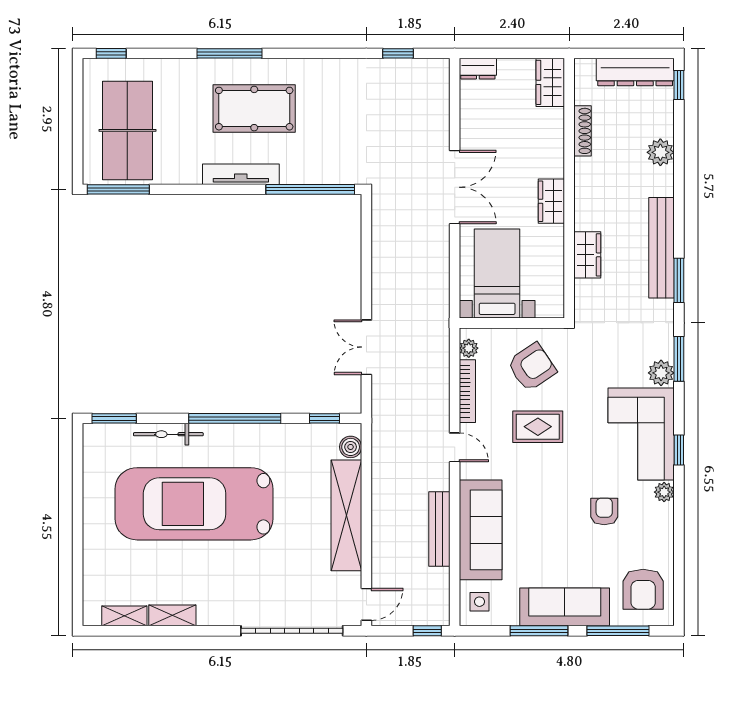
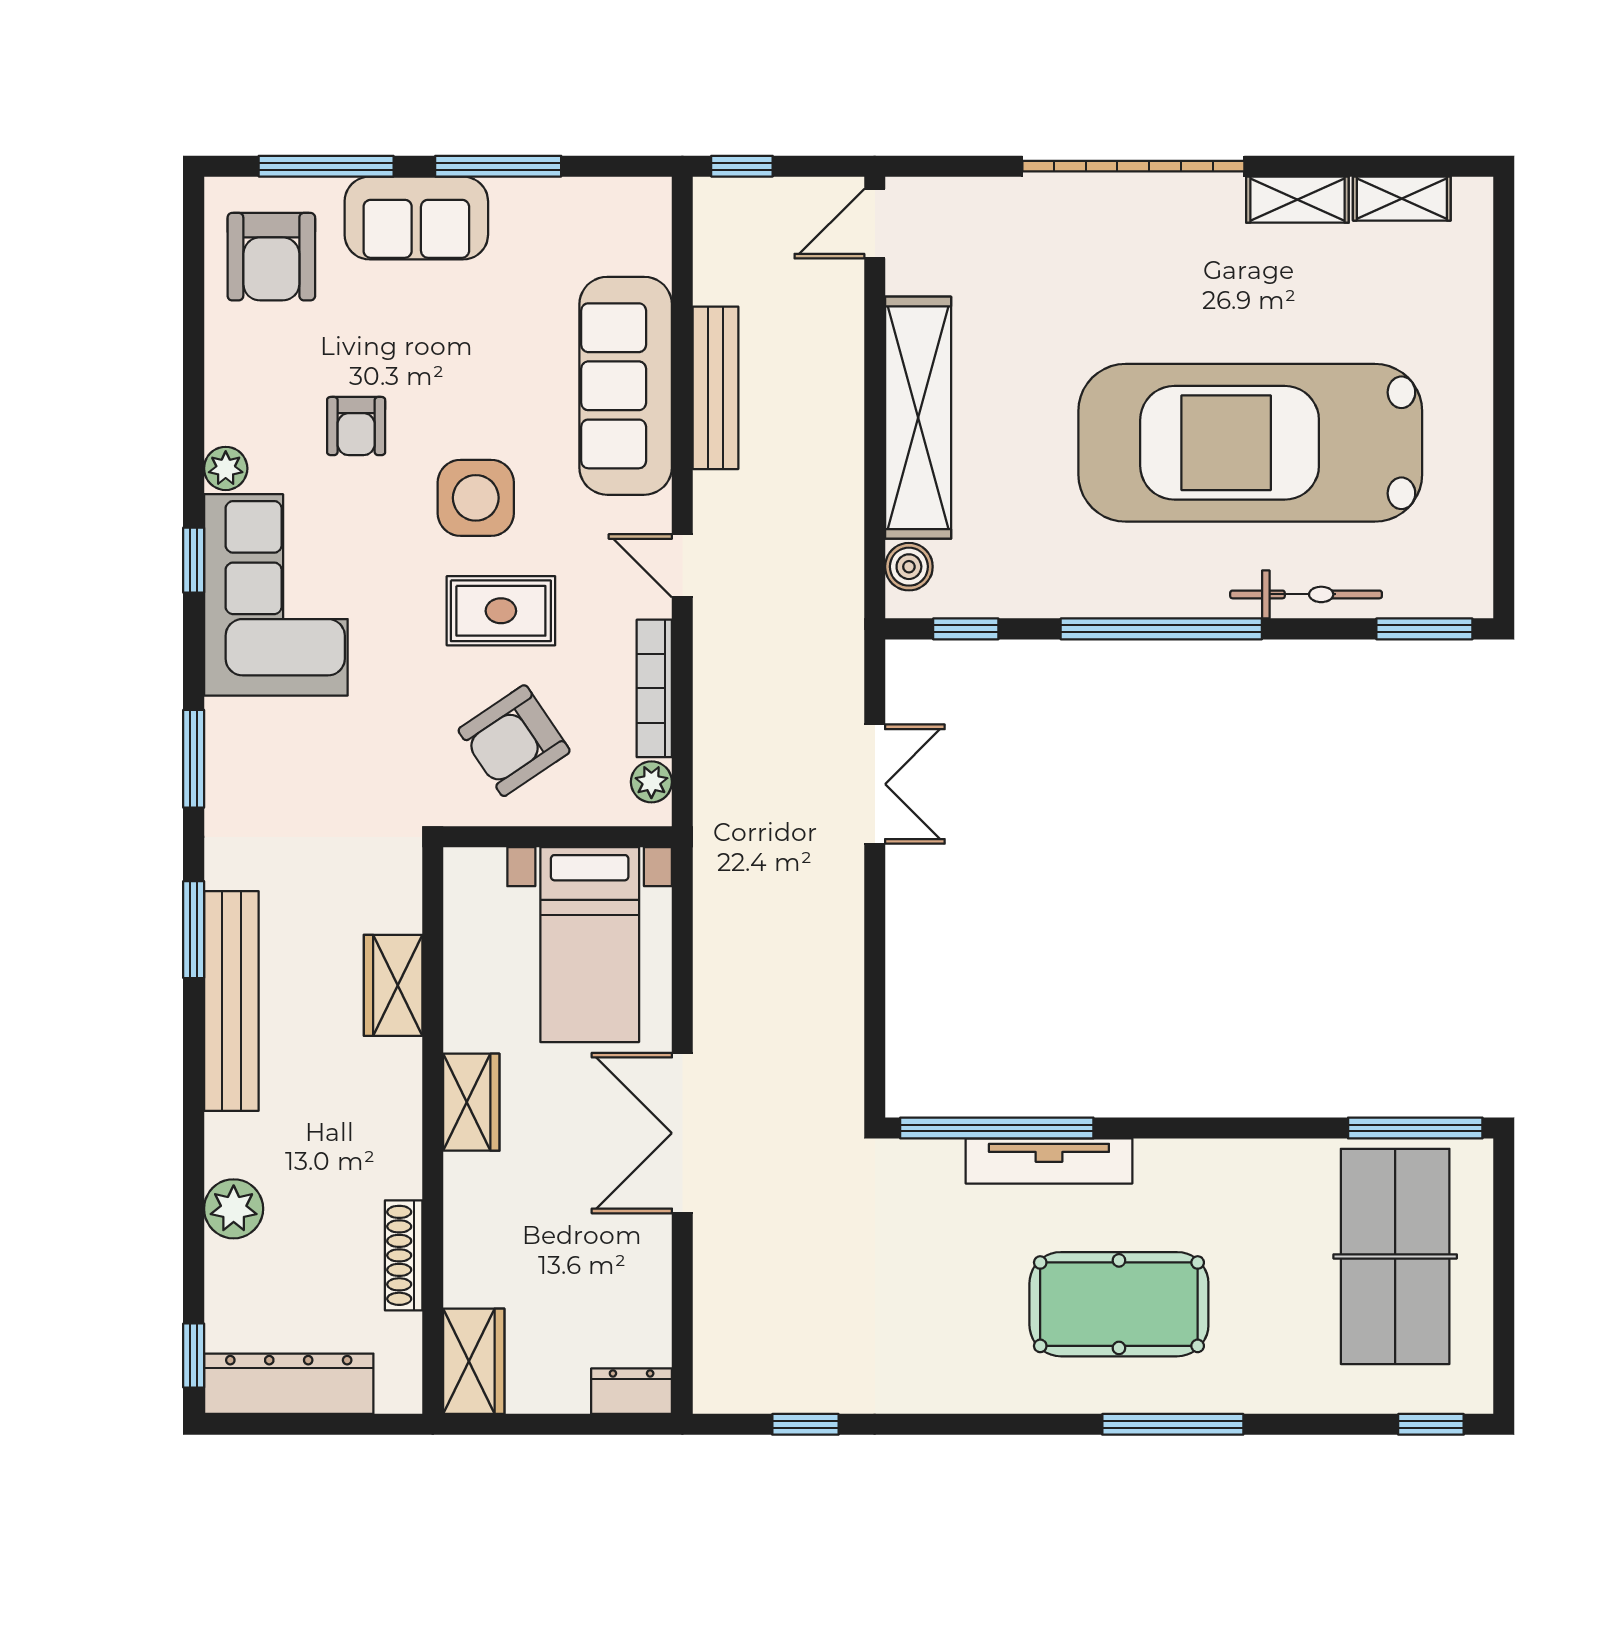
tv unit: (241, 174) -> (1049, 1161), moved
plant: (661, 373) -> (232, 728), removed
car: (194, 504) -> (1250, 443), turned 180
armchair: (643, 589) -> (271, 257), turned 180
side table: (479, 602) -> (476, 498), moved, width x1.87, depth x1.87
sofa: (565, 607) -> (416, 218), width x0.73
garage door: (292, 631) -> (1133, 166), moved

